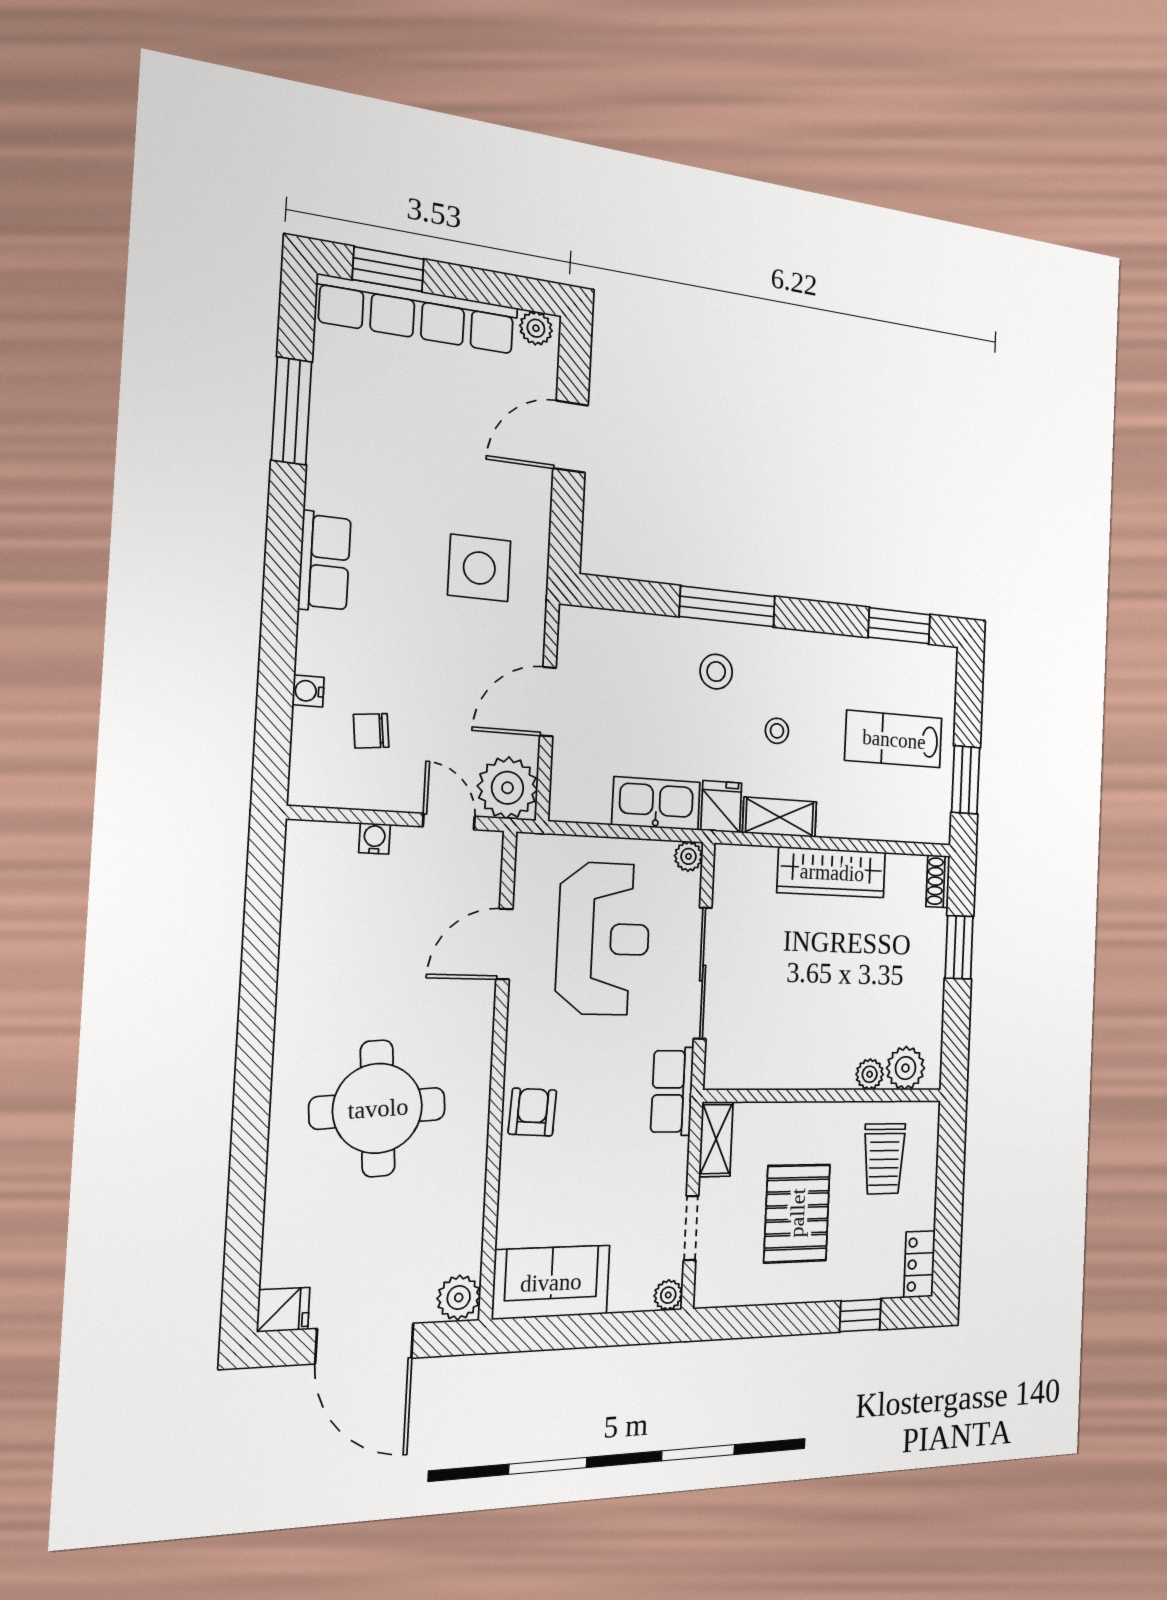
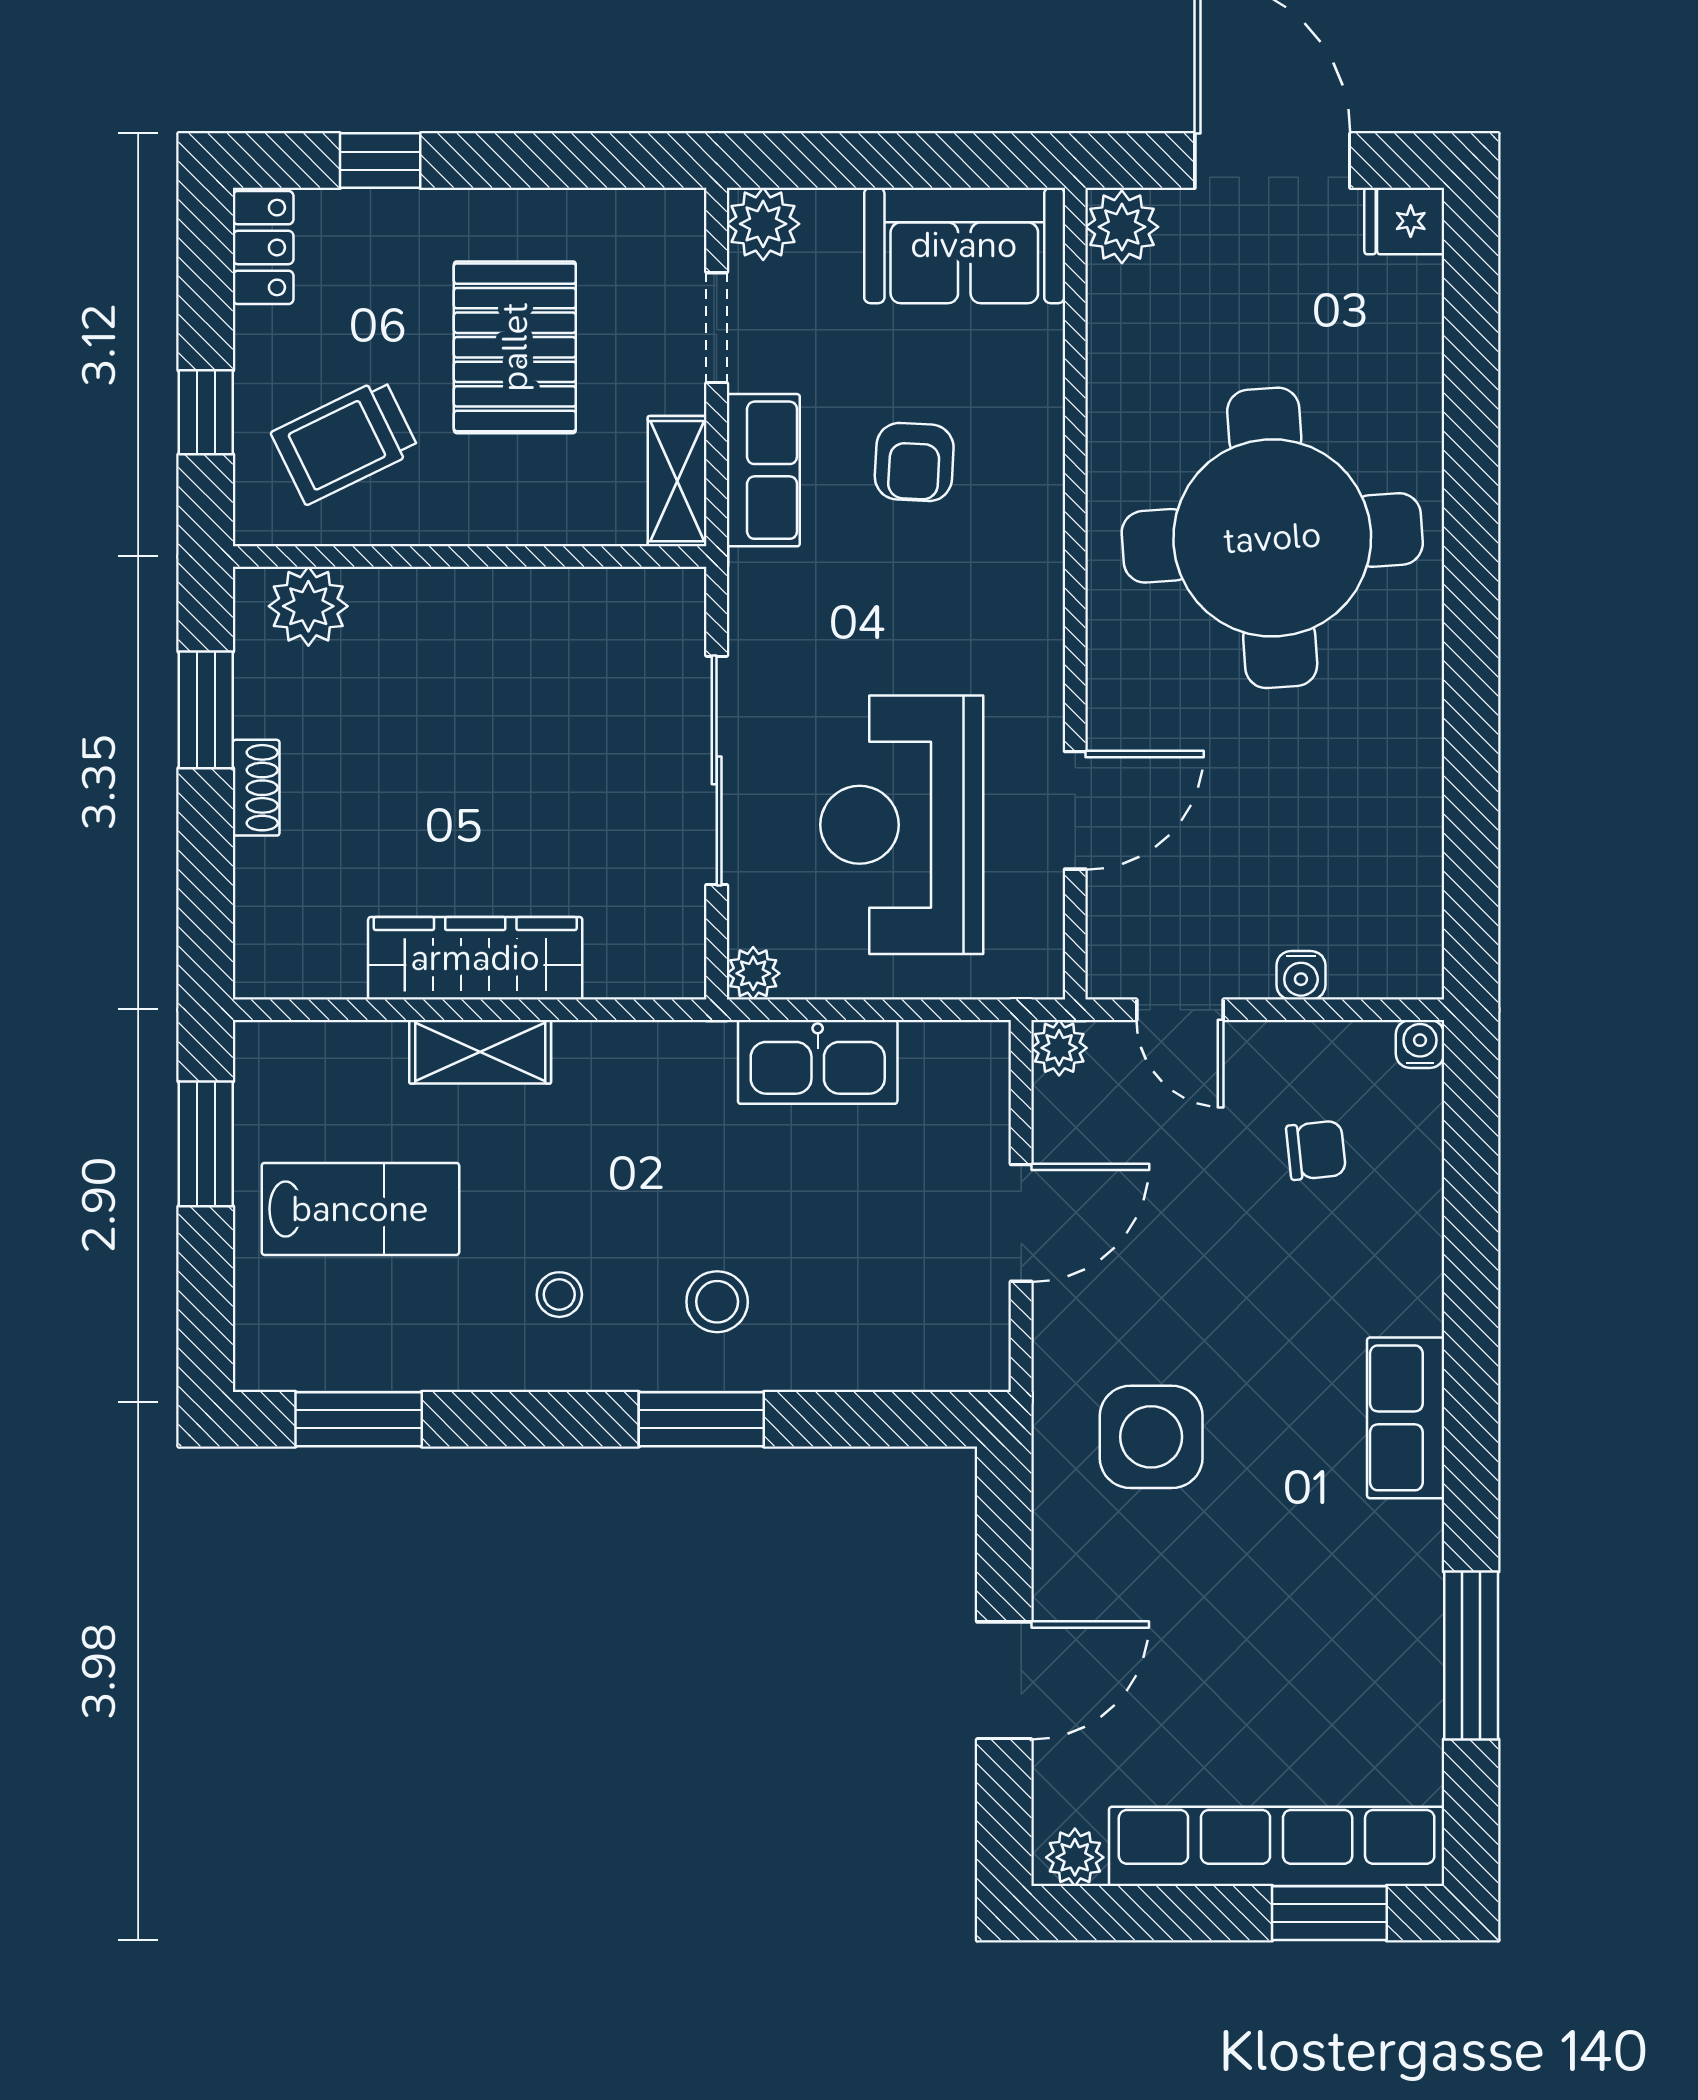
window: (727, 606) -> (701, 1419), width x0.69
water cooler: (308, 691) -> (1420, 1044), moved, turned -90
stool: (777, 731) -> (559, 1295), moved
plant: (507, 788) -> (1059, 1048), width x0.53, depth x0.53
fridge: (721, 807) -> (696, 1064), removed
shelving: (780, 817) -> (480, 1052), moved
shoe rack: (938, 881) -> (256, 788), moved
window: (959, 947) -> (206, 710), moved
plant: (870, 1074) -> (381, 595), removed
row of seats: (672, 1091) -> (763, 470), moved
round table: (378, 1108) -> (1272, 538), width x1.36, depth x1.36
armchair: (532, 1112) -> (914, 462), moved
trolley: (884, 1159) -> (345, 441), turned -116
window: (950, 1173) -> (206, 412), added
plant: (668, 1295) -> (763, 224), width x1.38, depth x1.38

